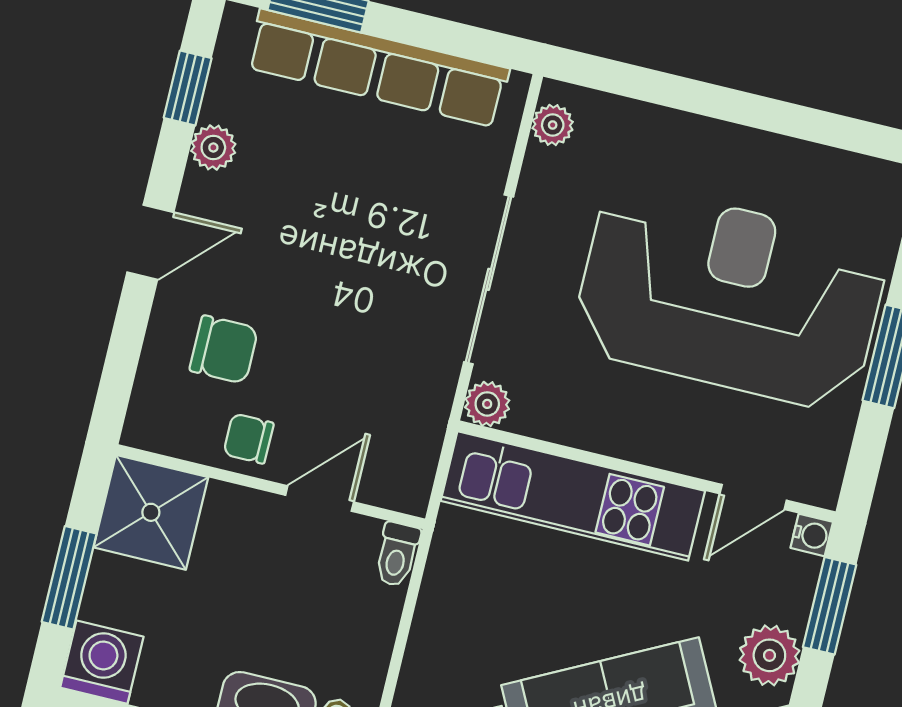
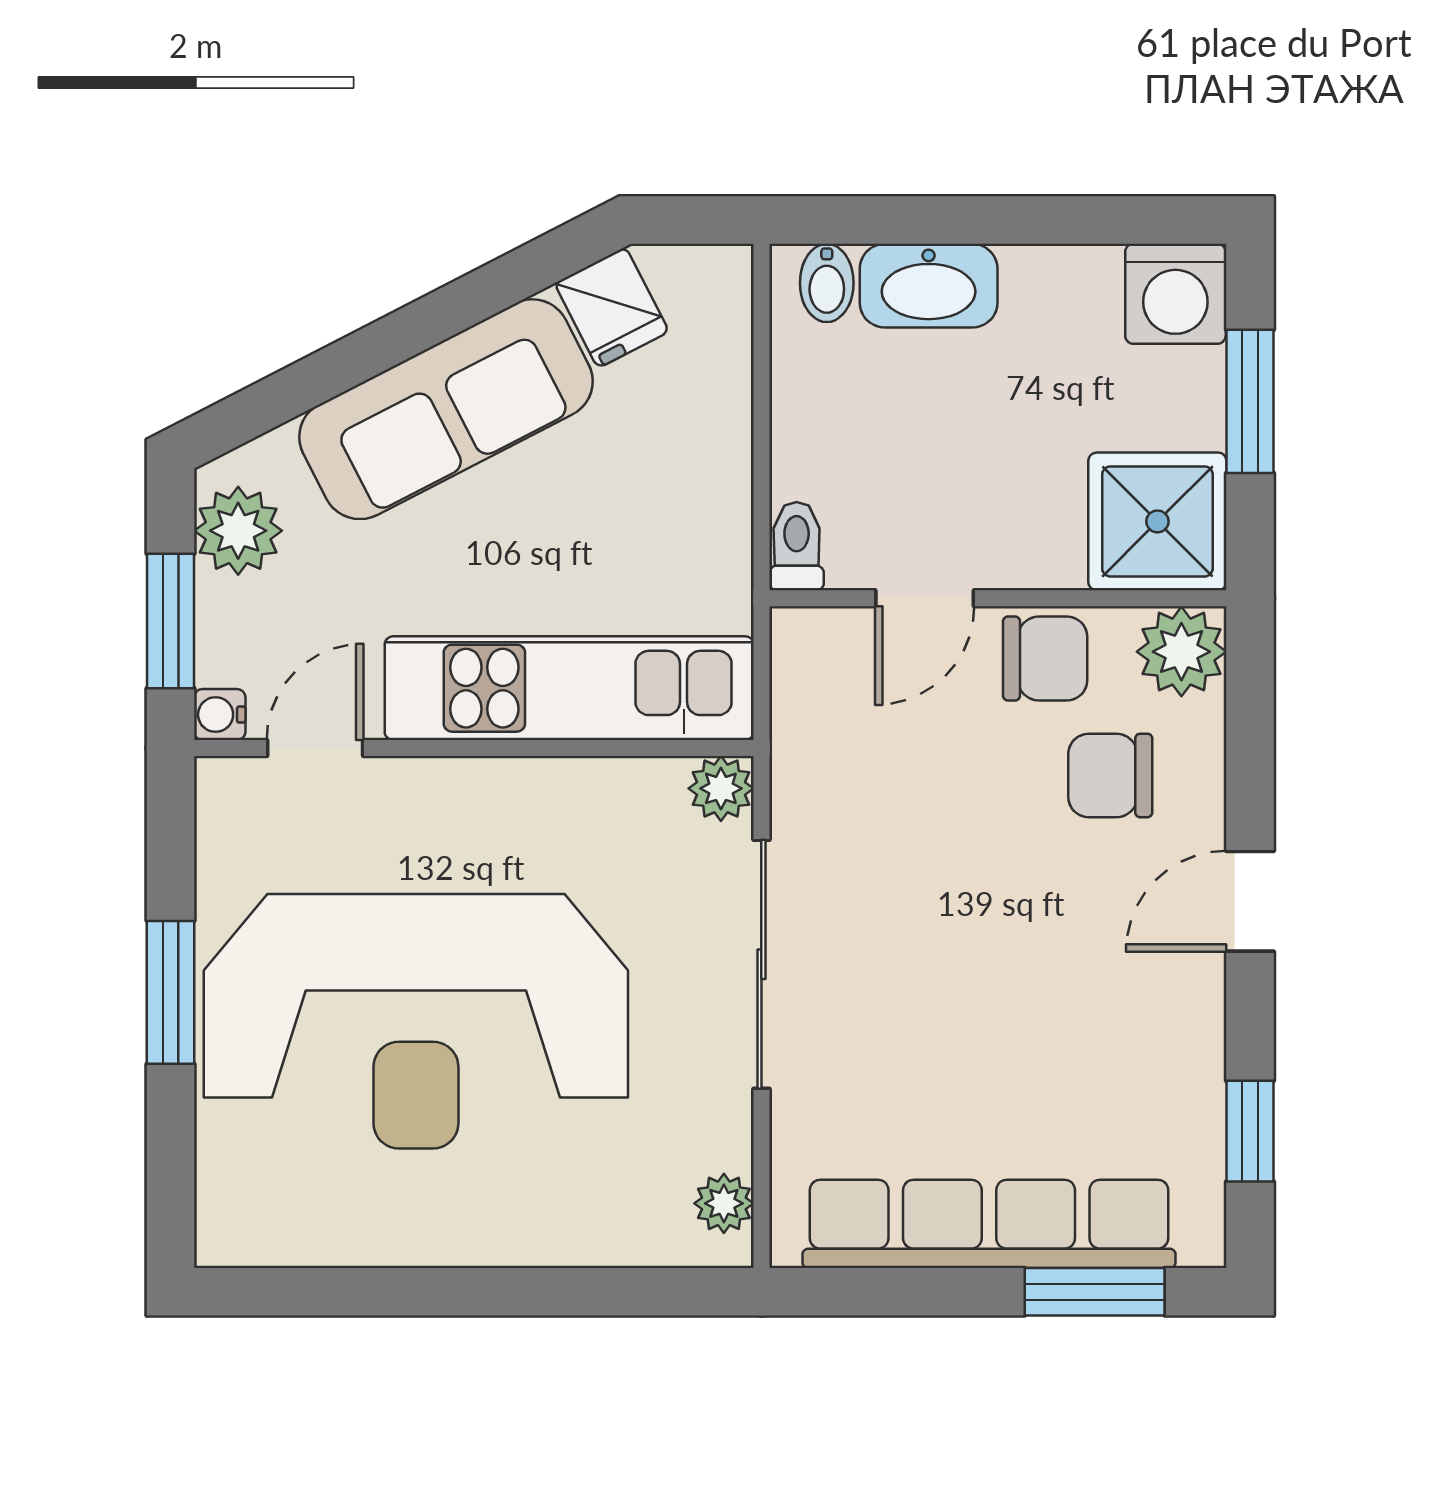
plant: (213, 147) -> (1181, 652), moved, width x1.38, depth x1.38
chair: (248, 439) -> (1045, 659), width x1.37, depth x1.37

